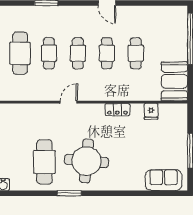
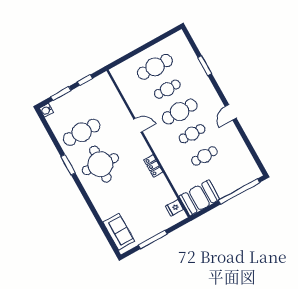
cafe table: (78, 53) -> (180, 111), width x1.37, depth x1.35
fridge: (151, 111) -> (175, 208), moved

